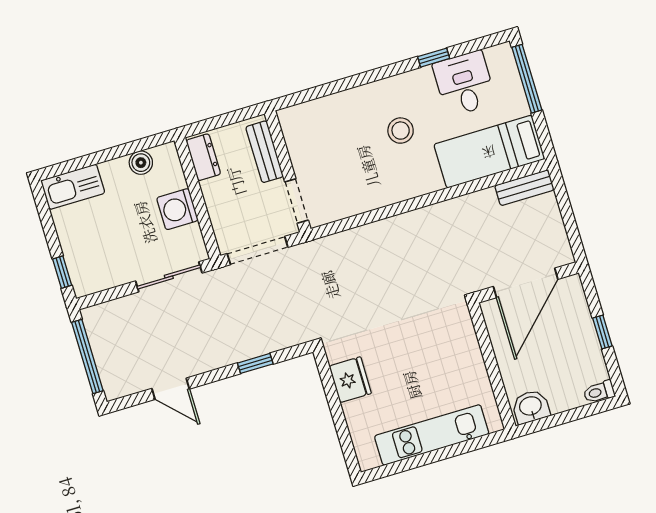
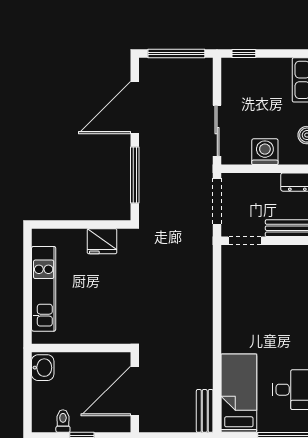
stool: (401, 131) -> (274, 333), removed
door: (526, 283) -> (135, 391), hinge flipped
window: (255, 363) -> (135, 175), width x2.17
door: (171, 389) -> (135, 107), width x1.88
toilet: (599, 392) -> (63, 421), moved

